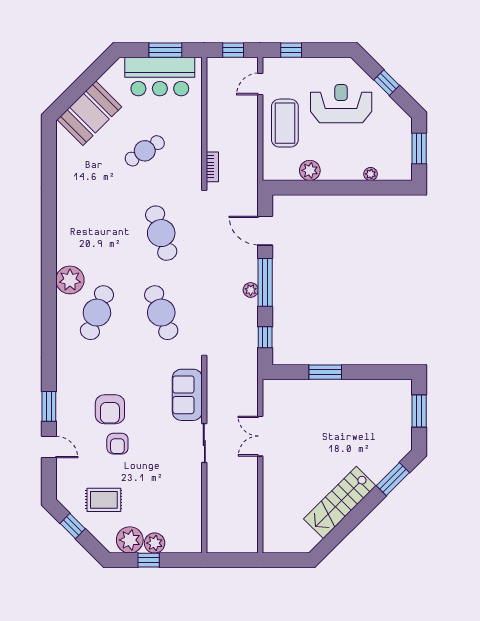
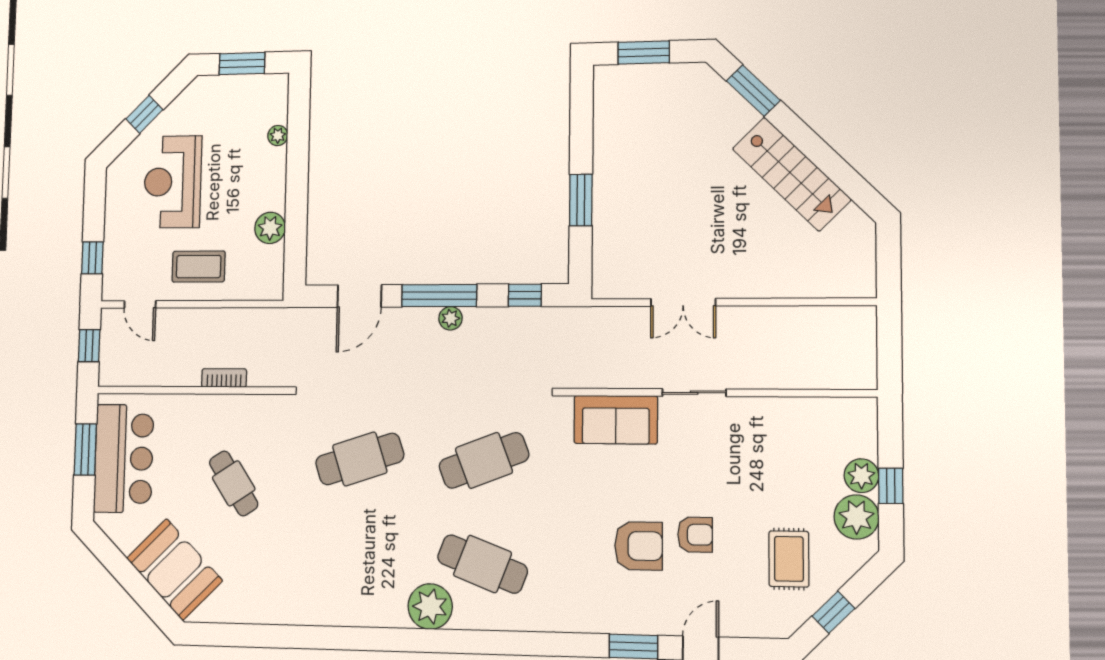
coffee table: (285, 123) -> (199, 267), width x0.73, depth x0.76
bookcase: (212, 167) -> (224, 378), moved

